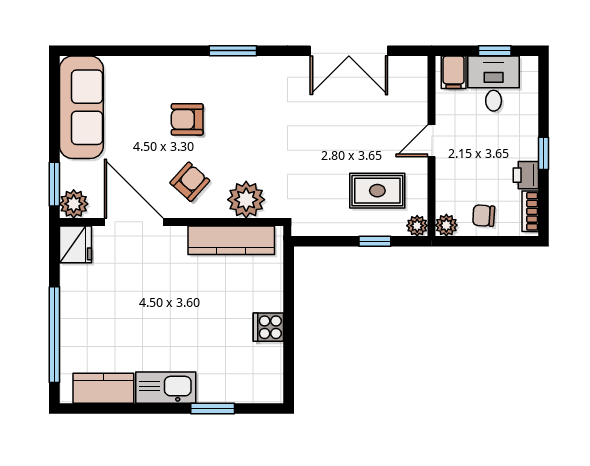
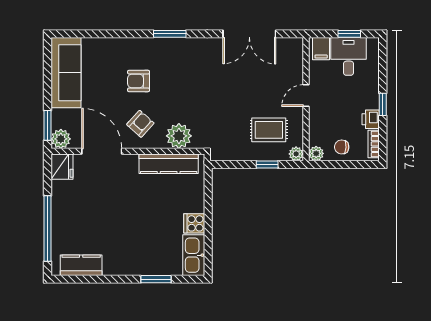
kitchen sink: (166, 388) -> (194, 255), moved, turned -90

